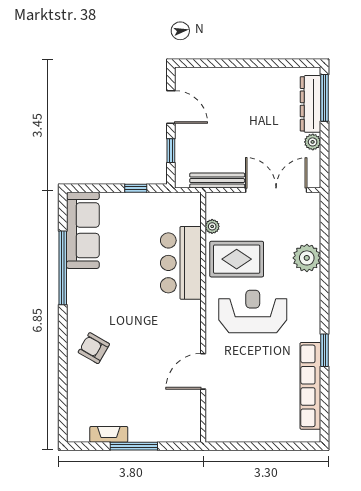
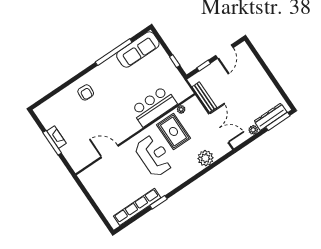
plant: (307, 258) -> (205, 158), moved
armchair: (94, 348) -> (86, 92), turned 153
fireplace: (109, 434) -> (56, 137), moved

